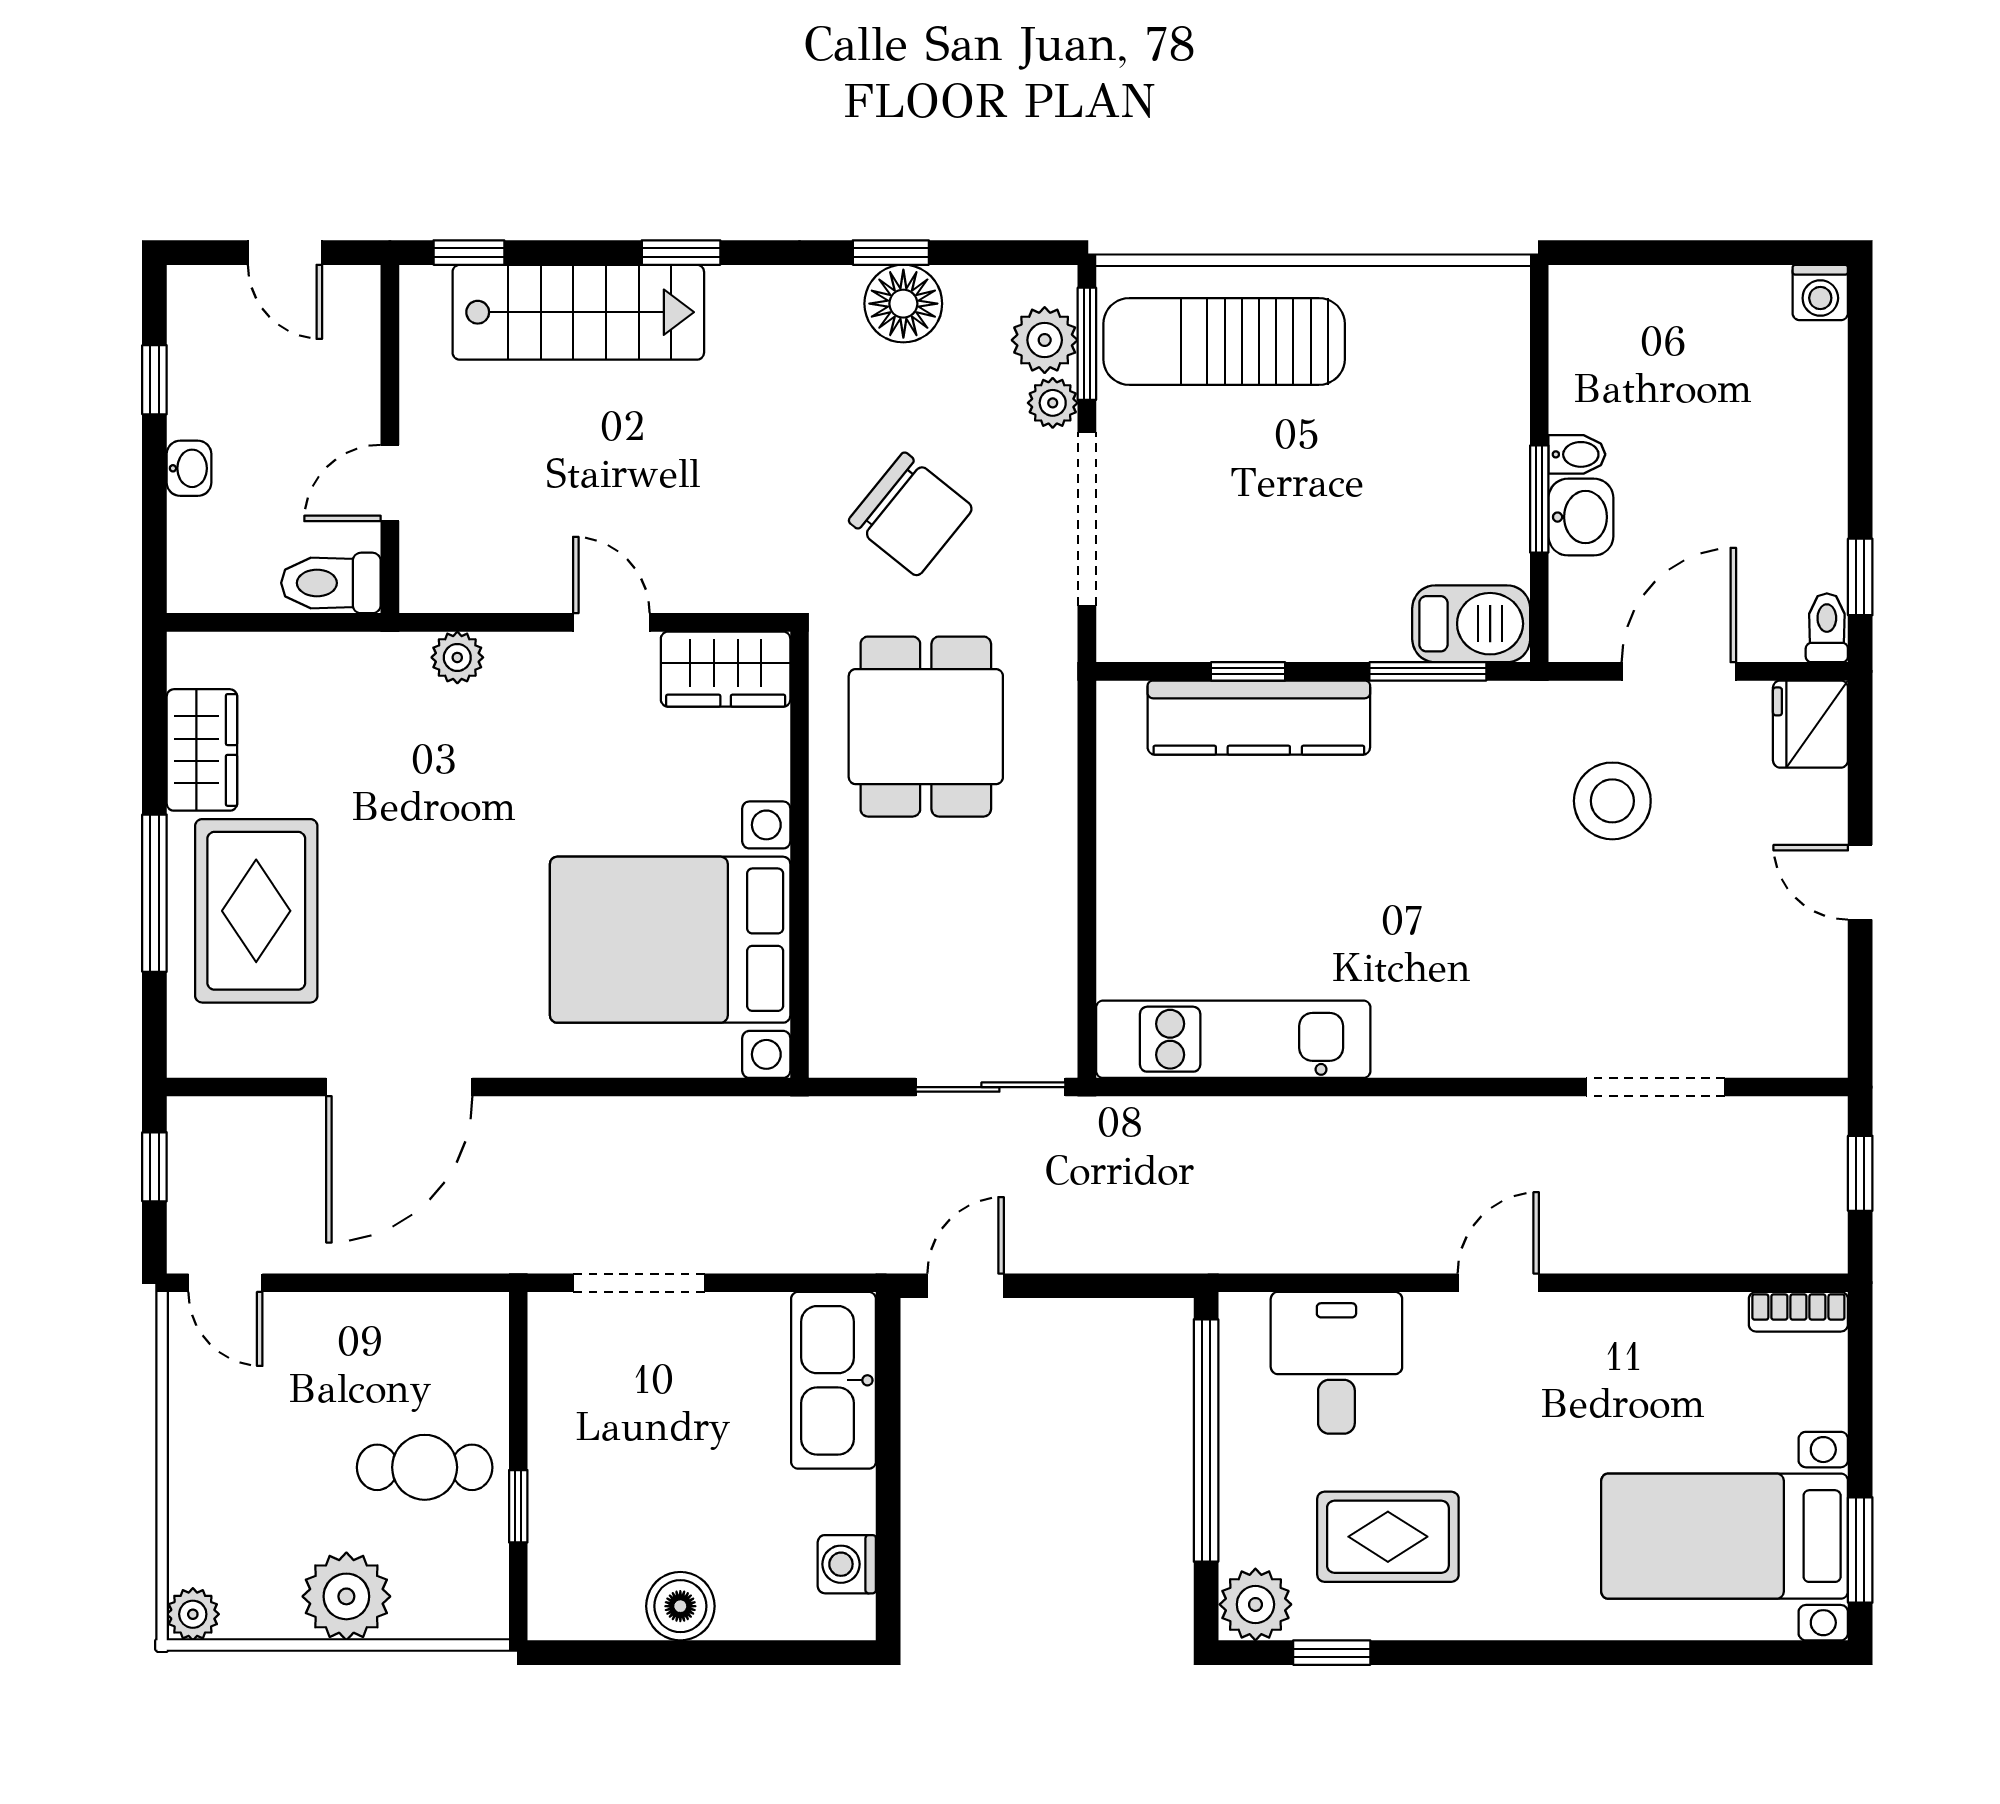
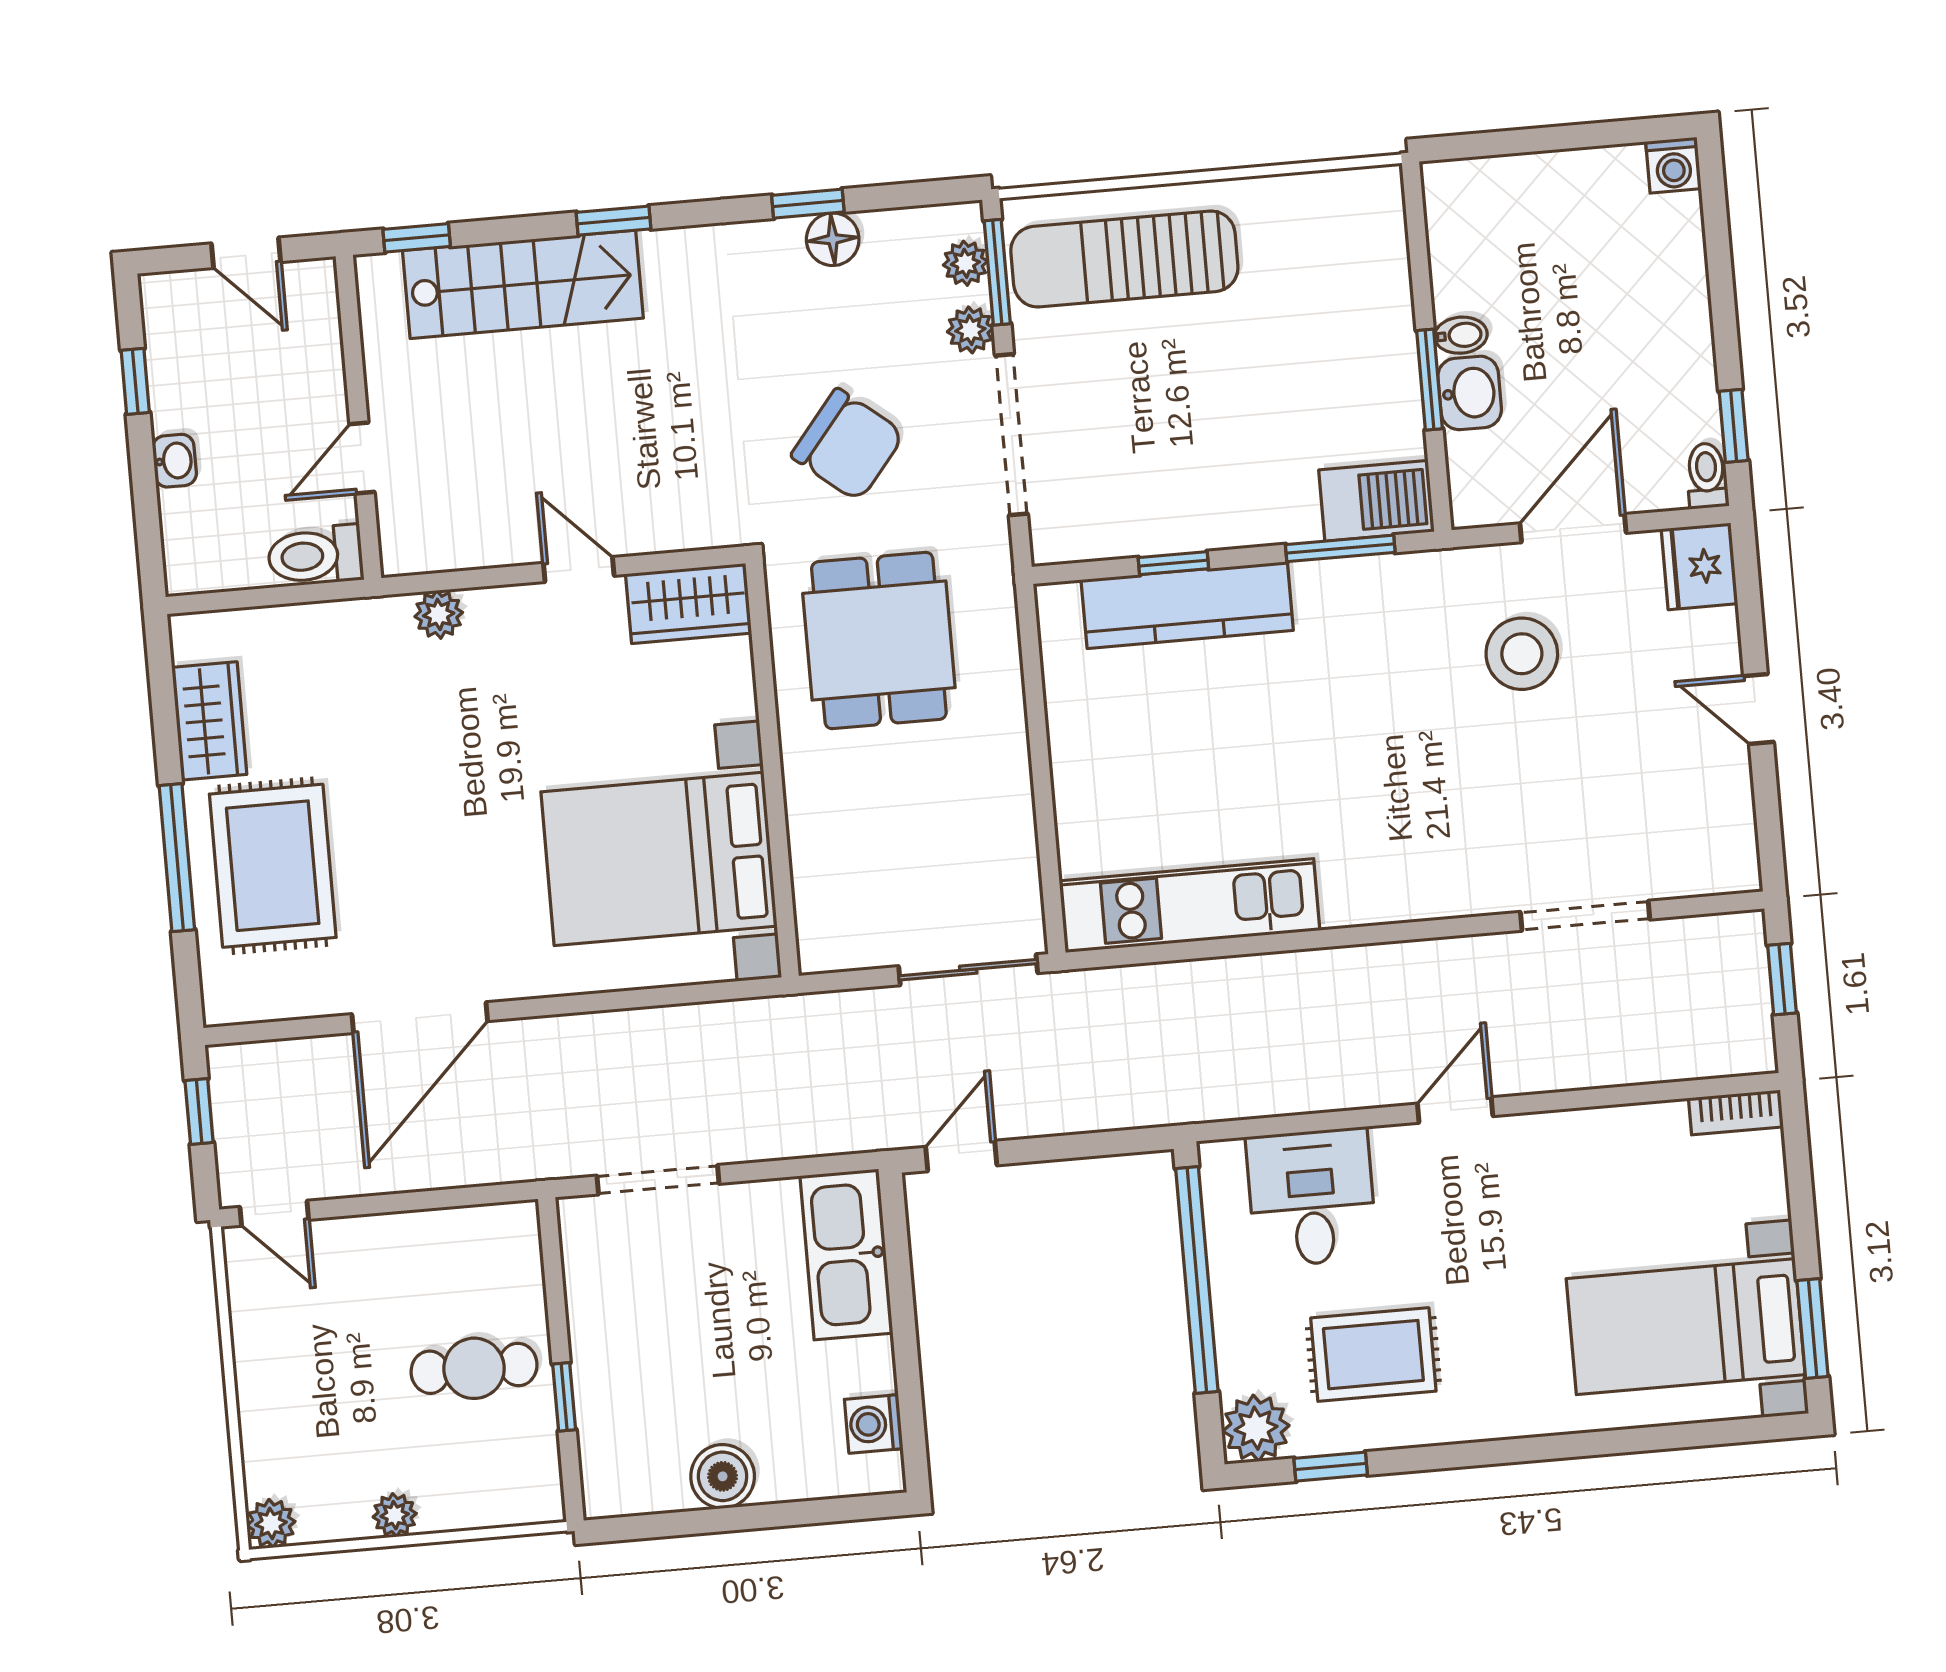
floor lamp: (903, 304) -> (833, 239), width x0.73, depth x0.73
plant: (1045, 340) -> (965, 263), width x0.73, depth x0.73
plant: (346, 1596) -> (395, 1515), width x0.53, depth x0.53

